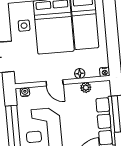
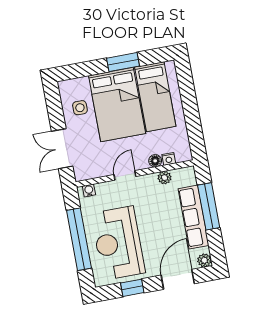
nightstand: (105, 72) -> (169, 159), moved
door: (55, 83) -> (125, 175), swing flipped

